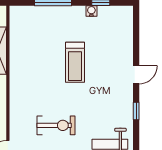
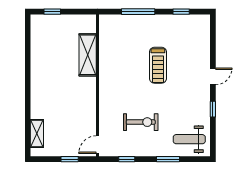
water cooler: (91, 11) -> (173, 19), removed

